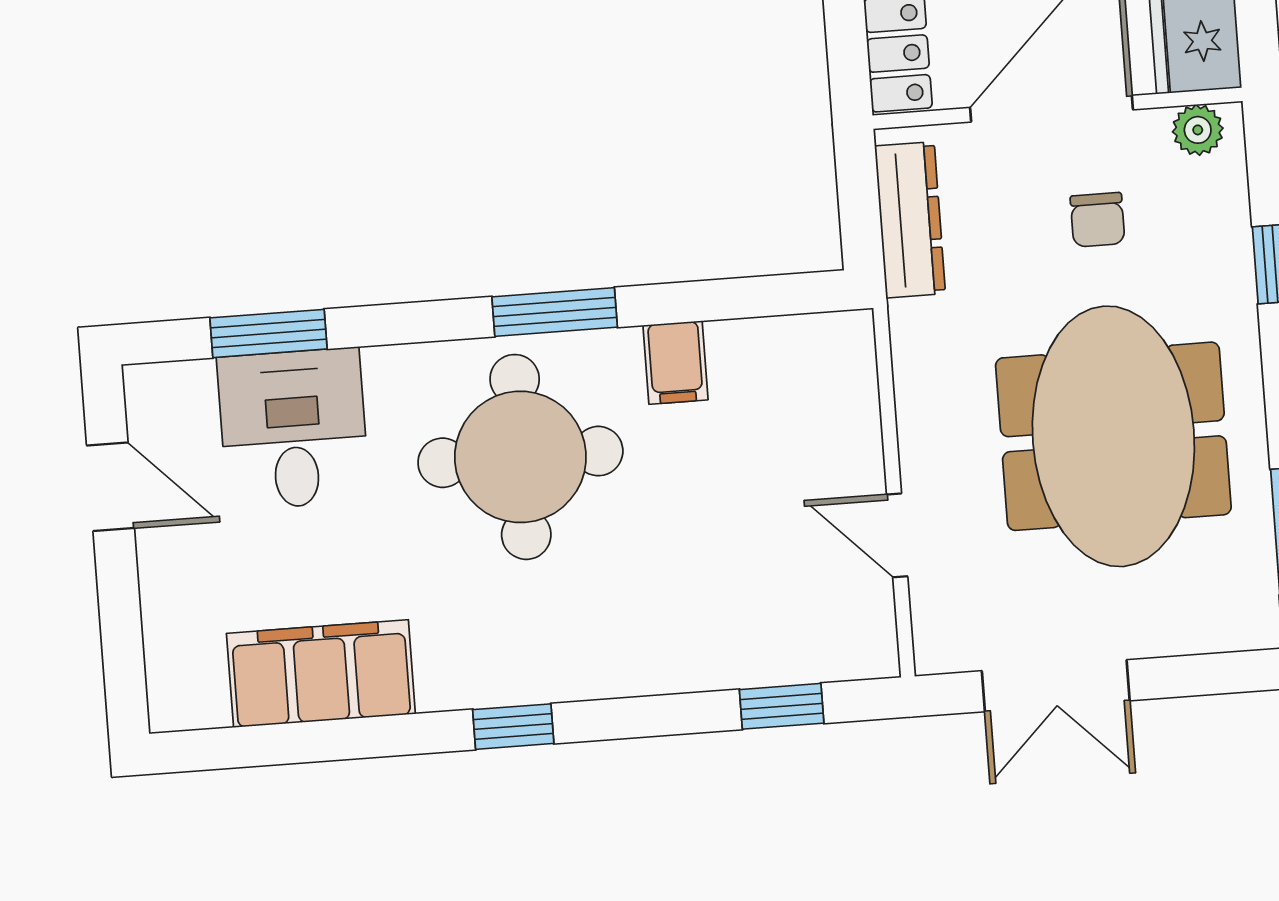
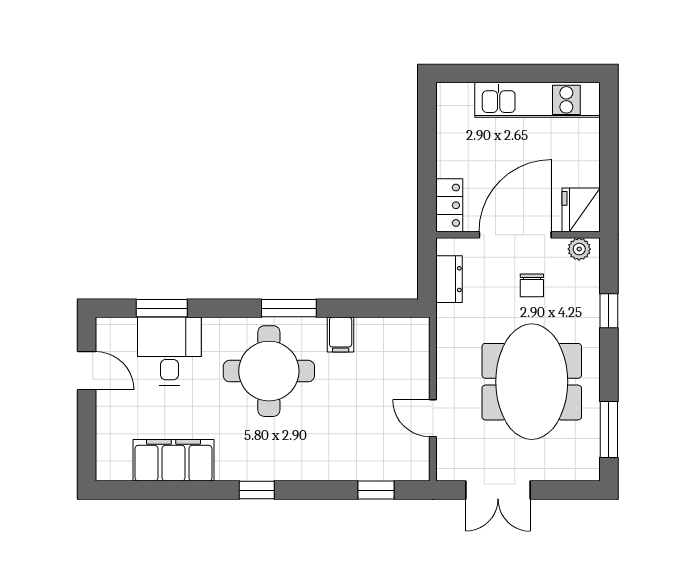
dresser: (910, 220) -> (449, 279), width x0.70

